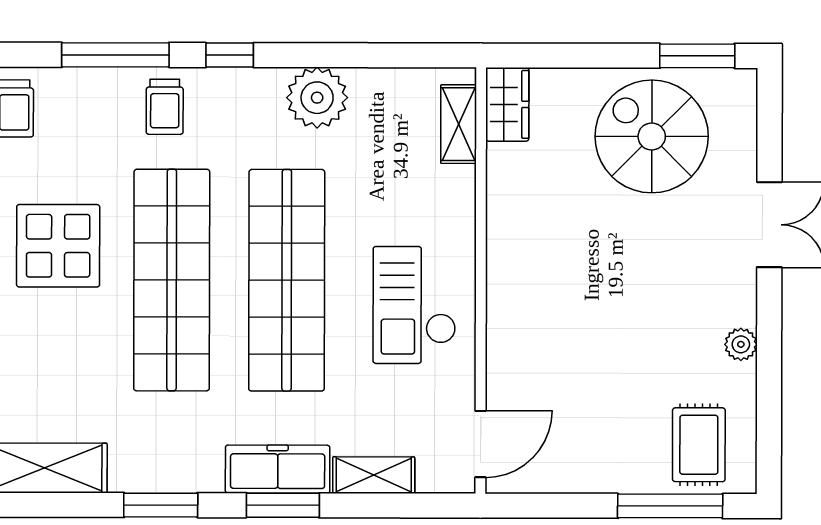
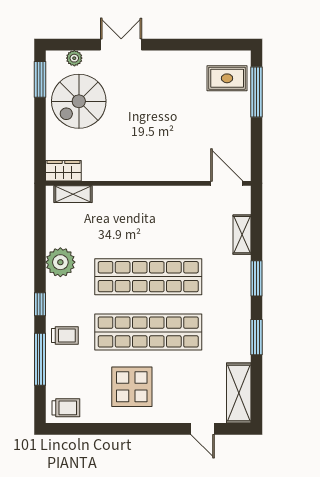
checkout: (414, 305) -> (160, 215), removed
plant: (741, 344) -> (74, 58), moved
freezer: (278, 469) -> (239, 281), removed

